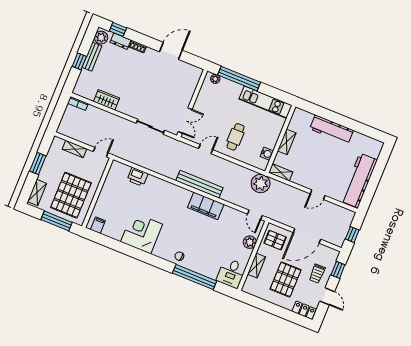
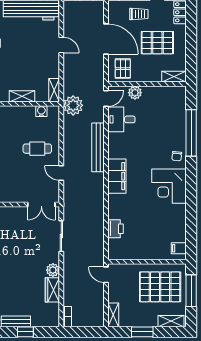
plant: (124, 107) -> (53, 270), added
double door: (185, 121) -> (41, 205), swing flipped
shelving: (75, 149) -> (113, 315), moved
bench: (199, 184) -> (98, 147), moved
filing cabinet: (206, 206) -> (117, 176), moved
corner desk: (142, 233) -> (169, 186), moved
shelving: (257, 266) -> (174, 77), moved
desk: (231, 273) -> (121, 119), moved, turned 180

